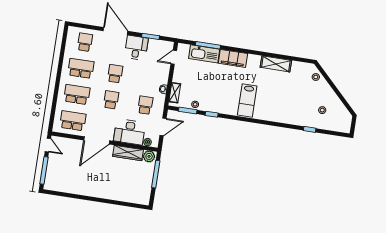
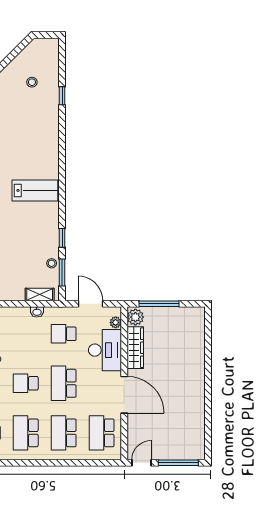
school desk: (111, 100) -> (64, 383), width x1.85

